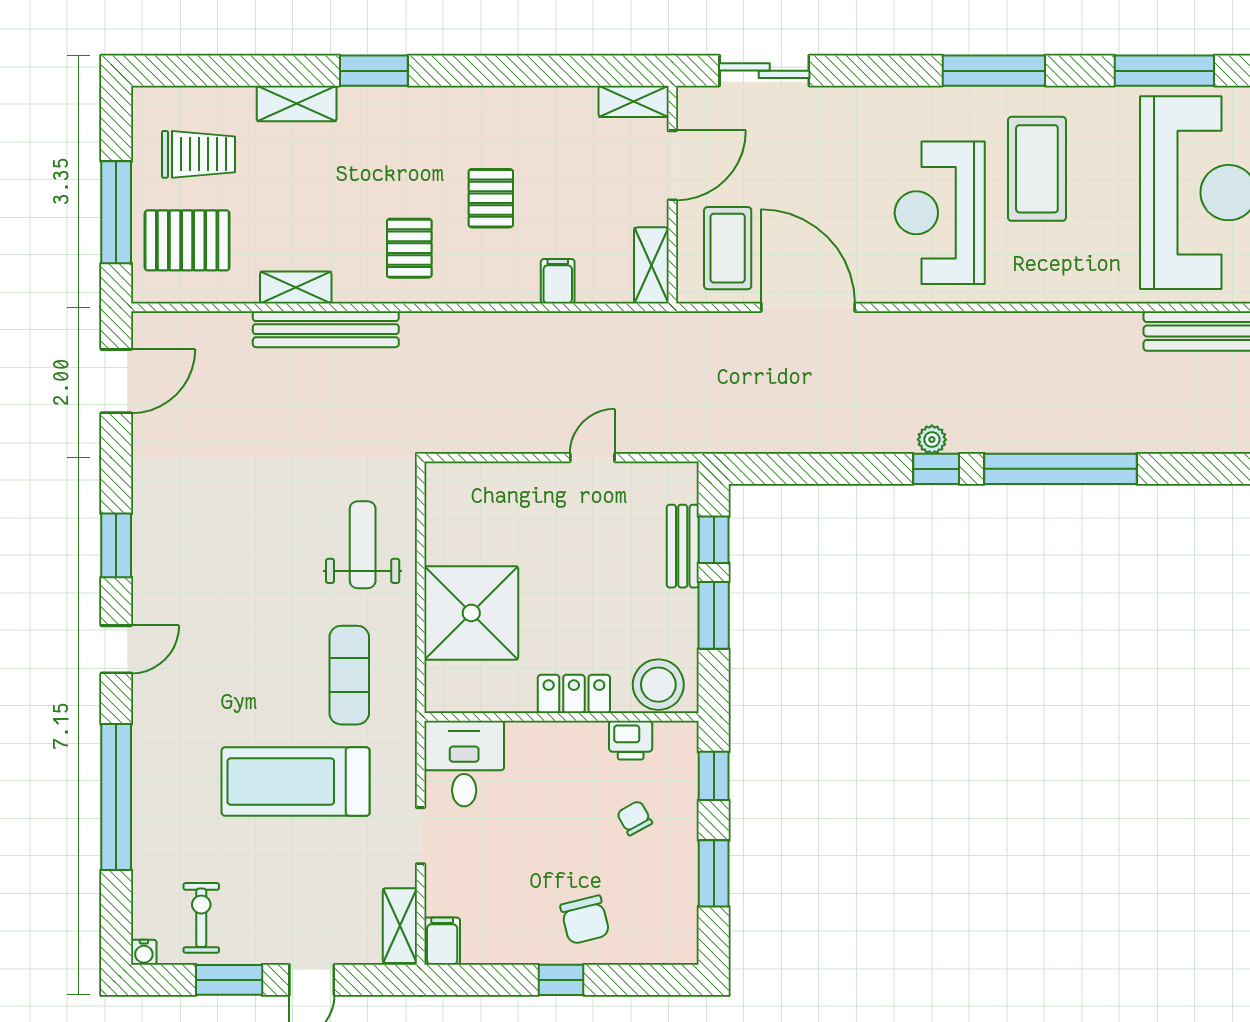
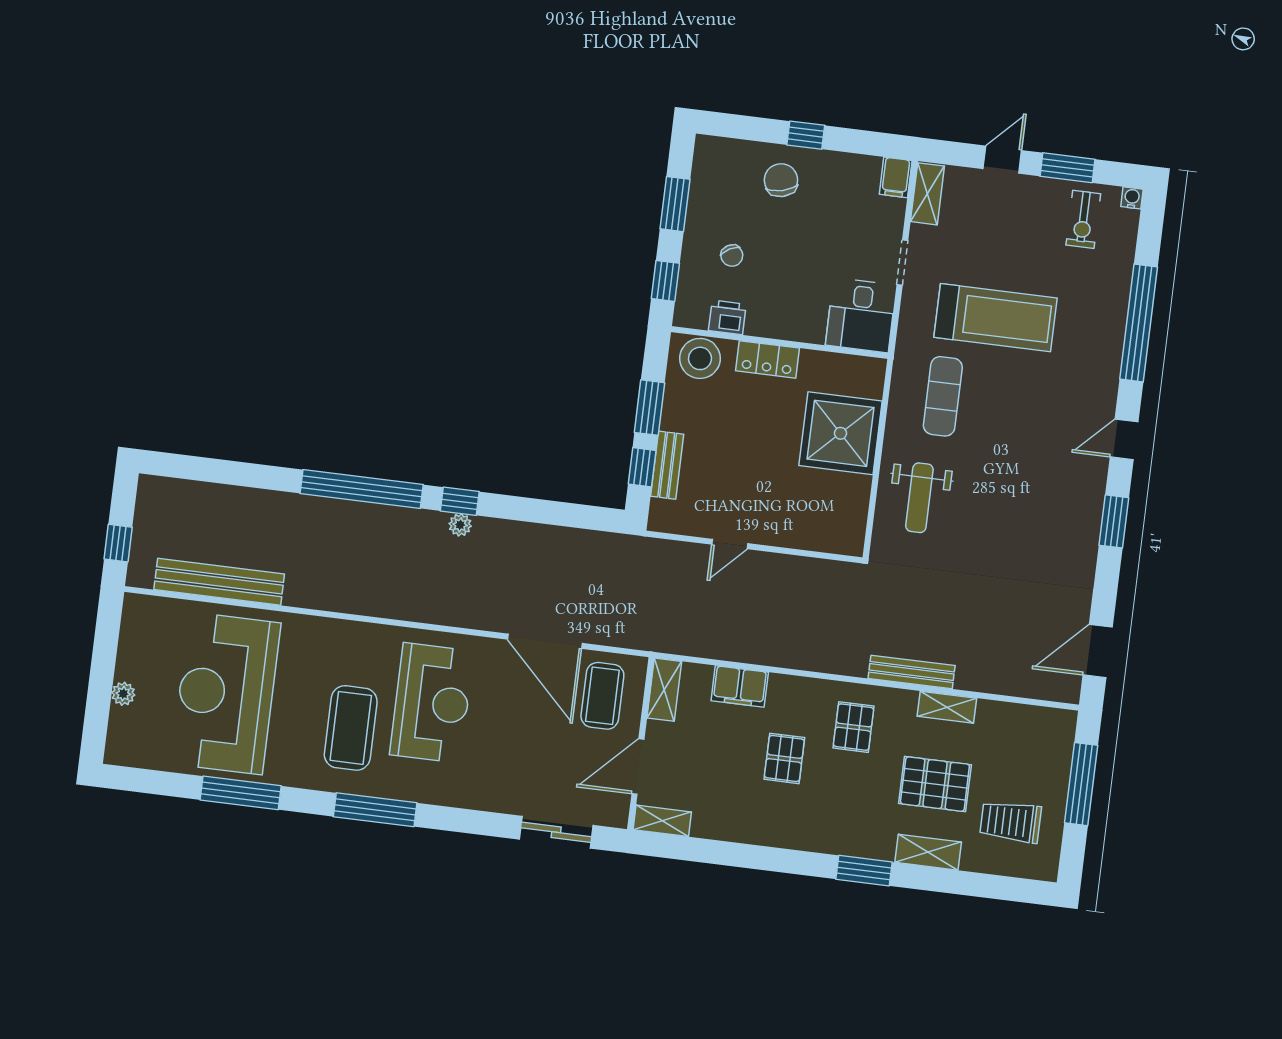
pallet: (187, 240) -> (935, 784), moved
filing cabinet: (558, 281) -> (740, 686), width x2.00
bench: (326, 329) -> (912, 672), width x0.73, depth x0.82

